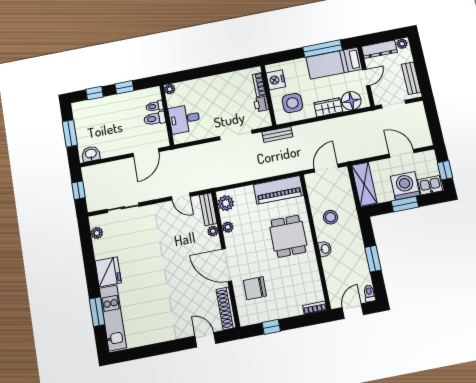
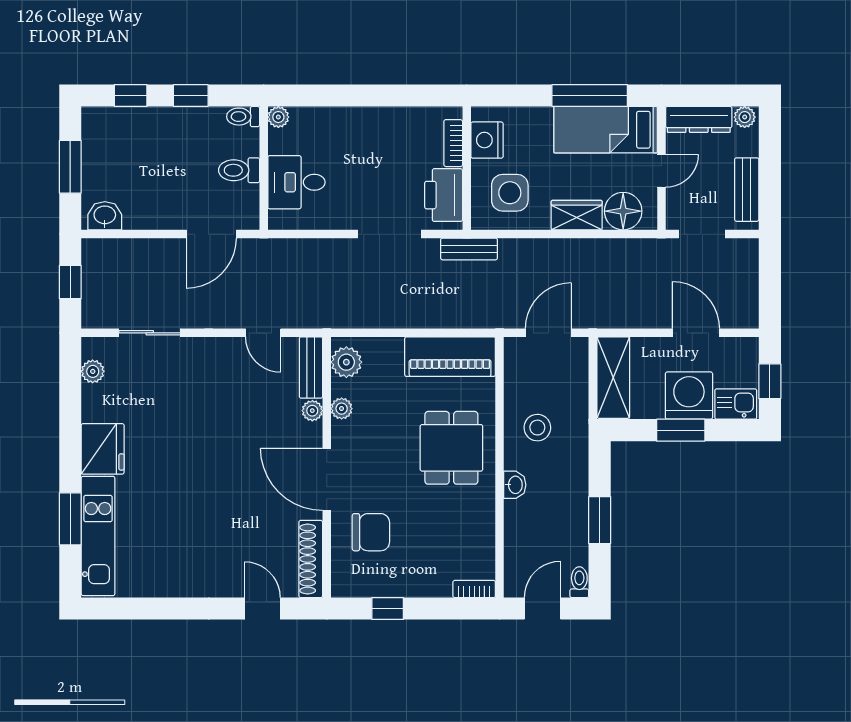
printer: (261, 104) -> (444, 195), width x1.87, depth x1.48
toilet: (155, 106) -> (243, 117), moved
chair: (255, 288) -> (371, 532), turned 180

